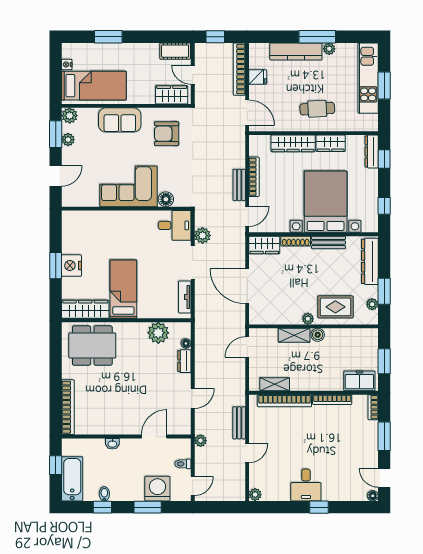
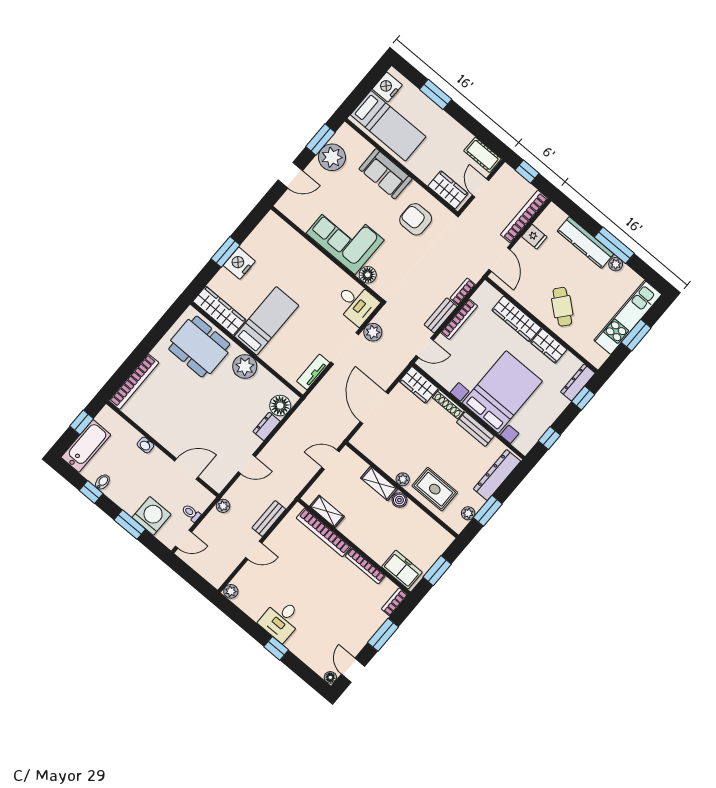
nightstand: (67, 64) -> (387, 87), width x1.89, depth x1.79
cafe table: (317, 109) -> (562, 307), turned 43
plant: (70, 116) -> (346, 134), removed
plant: (68, 140) -> (332, 157), width x1.87, depth x1.87
bookcase: (240, 156) -> (463, 291), added
plant: (158, 333) -> (245, 366), moved
floor lamp: (186, 343) -> (280, 406), width x1.89, depth x1.89

